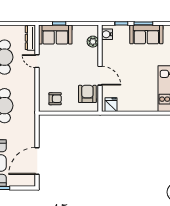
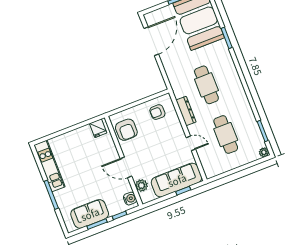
sofa: (55, 35) -> (177, 180), width x1.36
dresser: (30, 38) -> (186, 111), moved
door: (100, 76) -> (126, 167), moved

